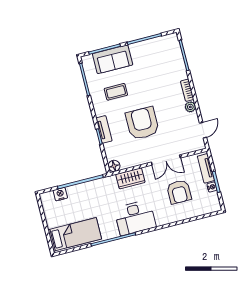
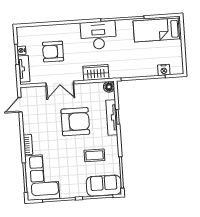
sofa: (113, 59) -> (104, 186), moved
corner sofa: (166, 59) -> (42, 177), added
plant: (190, 107) -> (28, 129), removed
armchair: (142, 123) -> (75, 122), turned -90
tv unit: (104, 129) -> (112, 117), width x1.41
double door: (166, 160) -> (60, 83), swing flipped
armchair: (179, 192) -> (53, 52), turned -90

